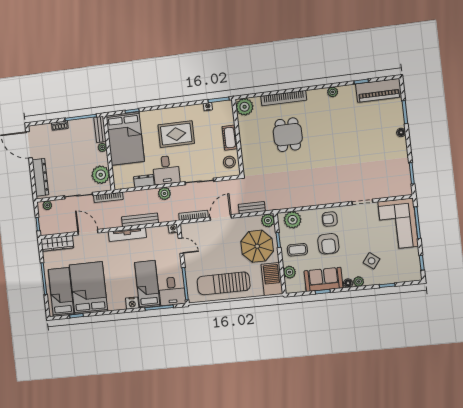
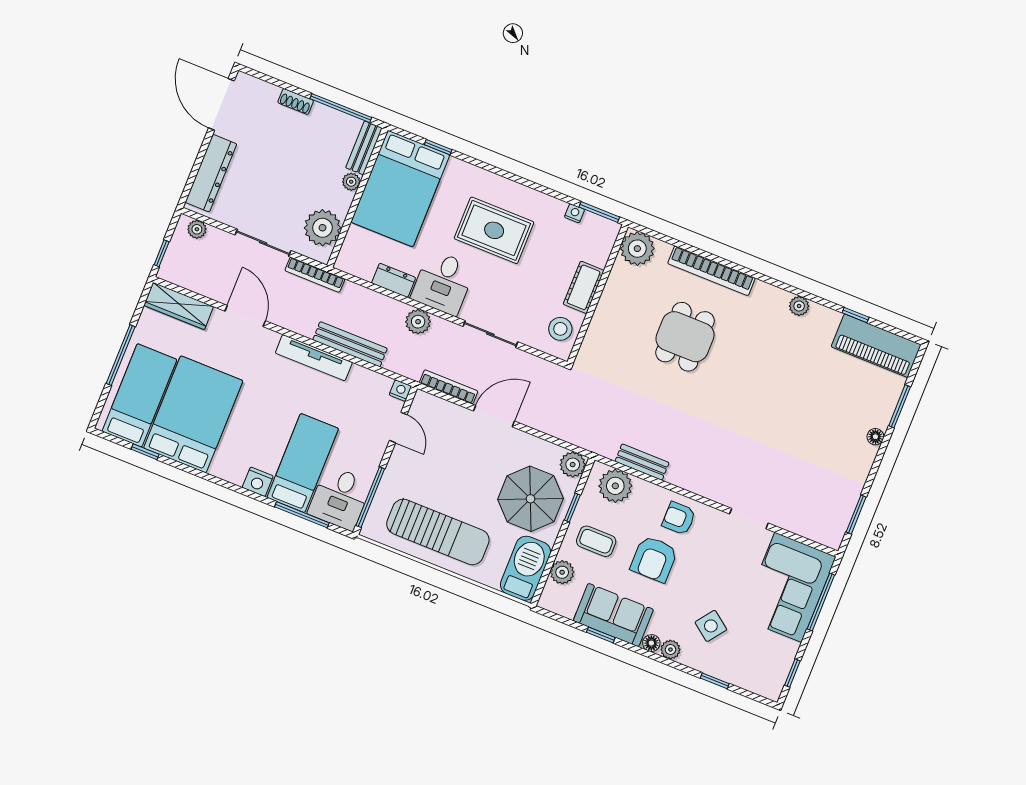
bench: (252, 208) -> (642, 462), moved
sun lounger: (224, 283) -> (438, 532), turned 180

